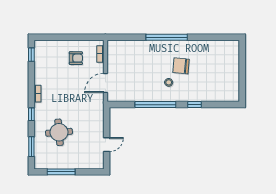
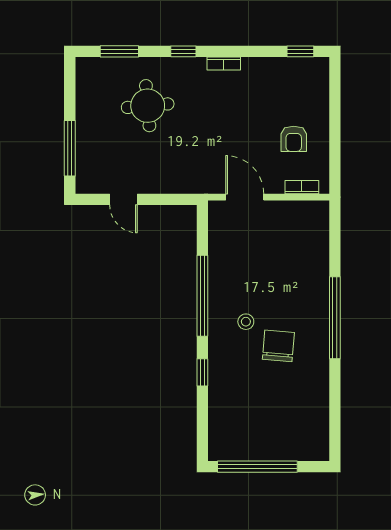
window: (242, 77) -> (257, 467), added
window: (61, 172) -> (70, 148), moved

